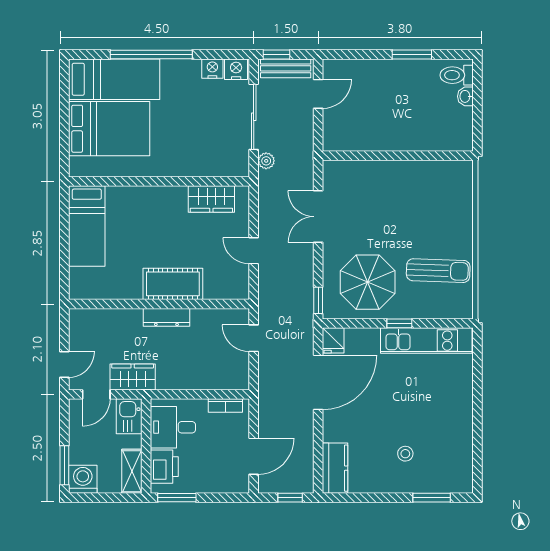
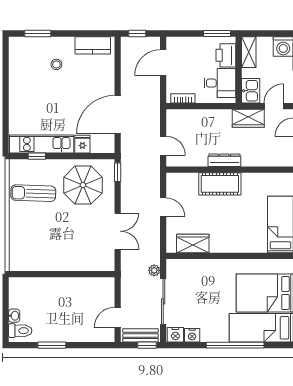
window: (399, 323) -> (37, 156), moved
fridge: (333, 340) -> (82, 144), moved
kitchen counter: (335, 468) -> (93, 45), moved, turned -90

